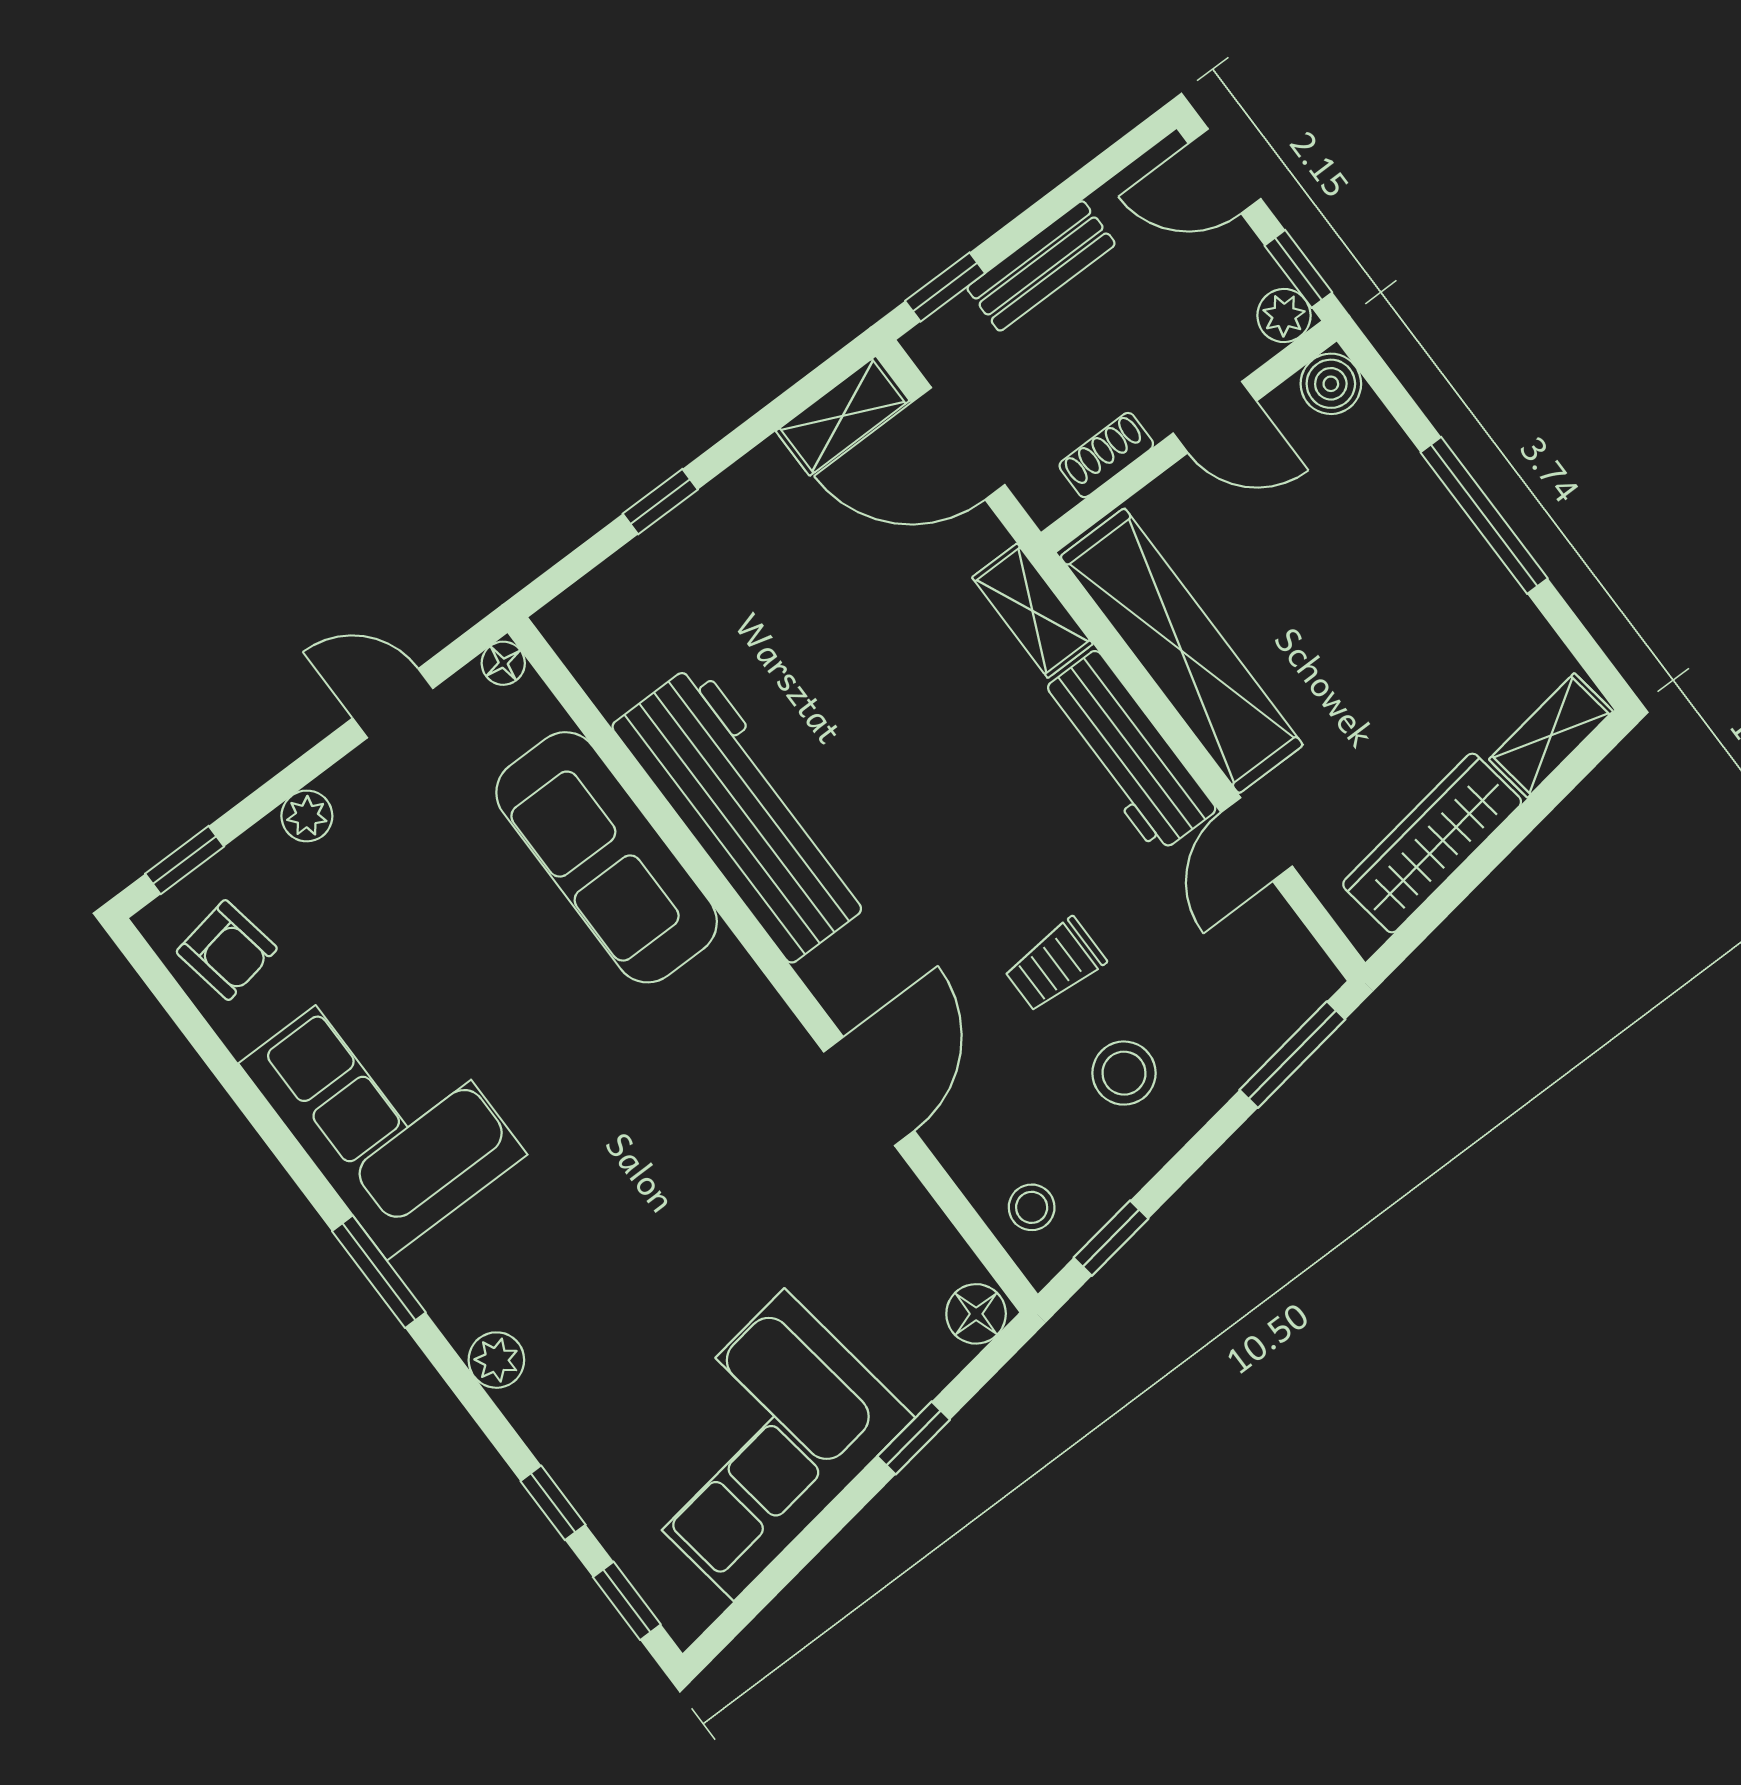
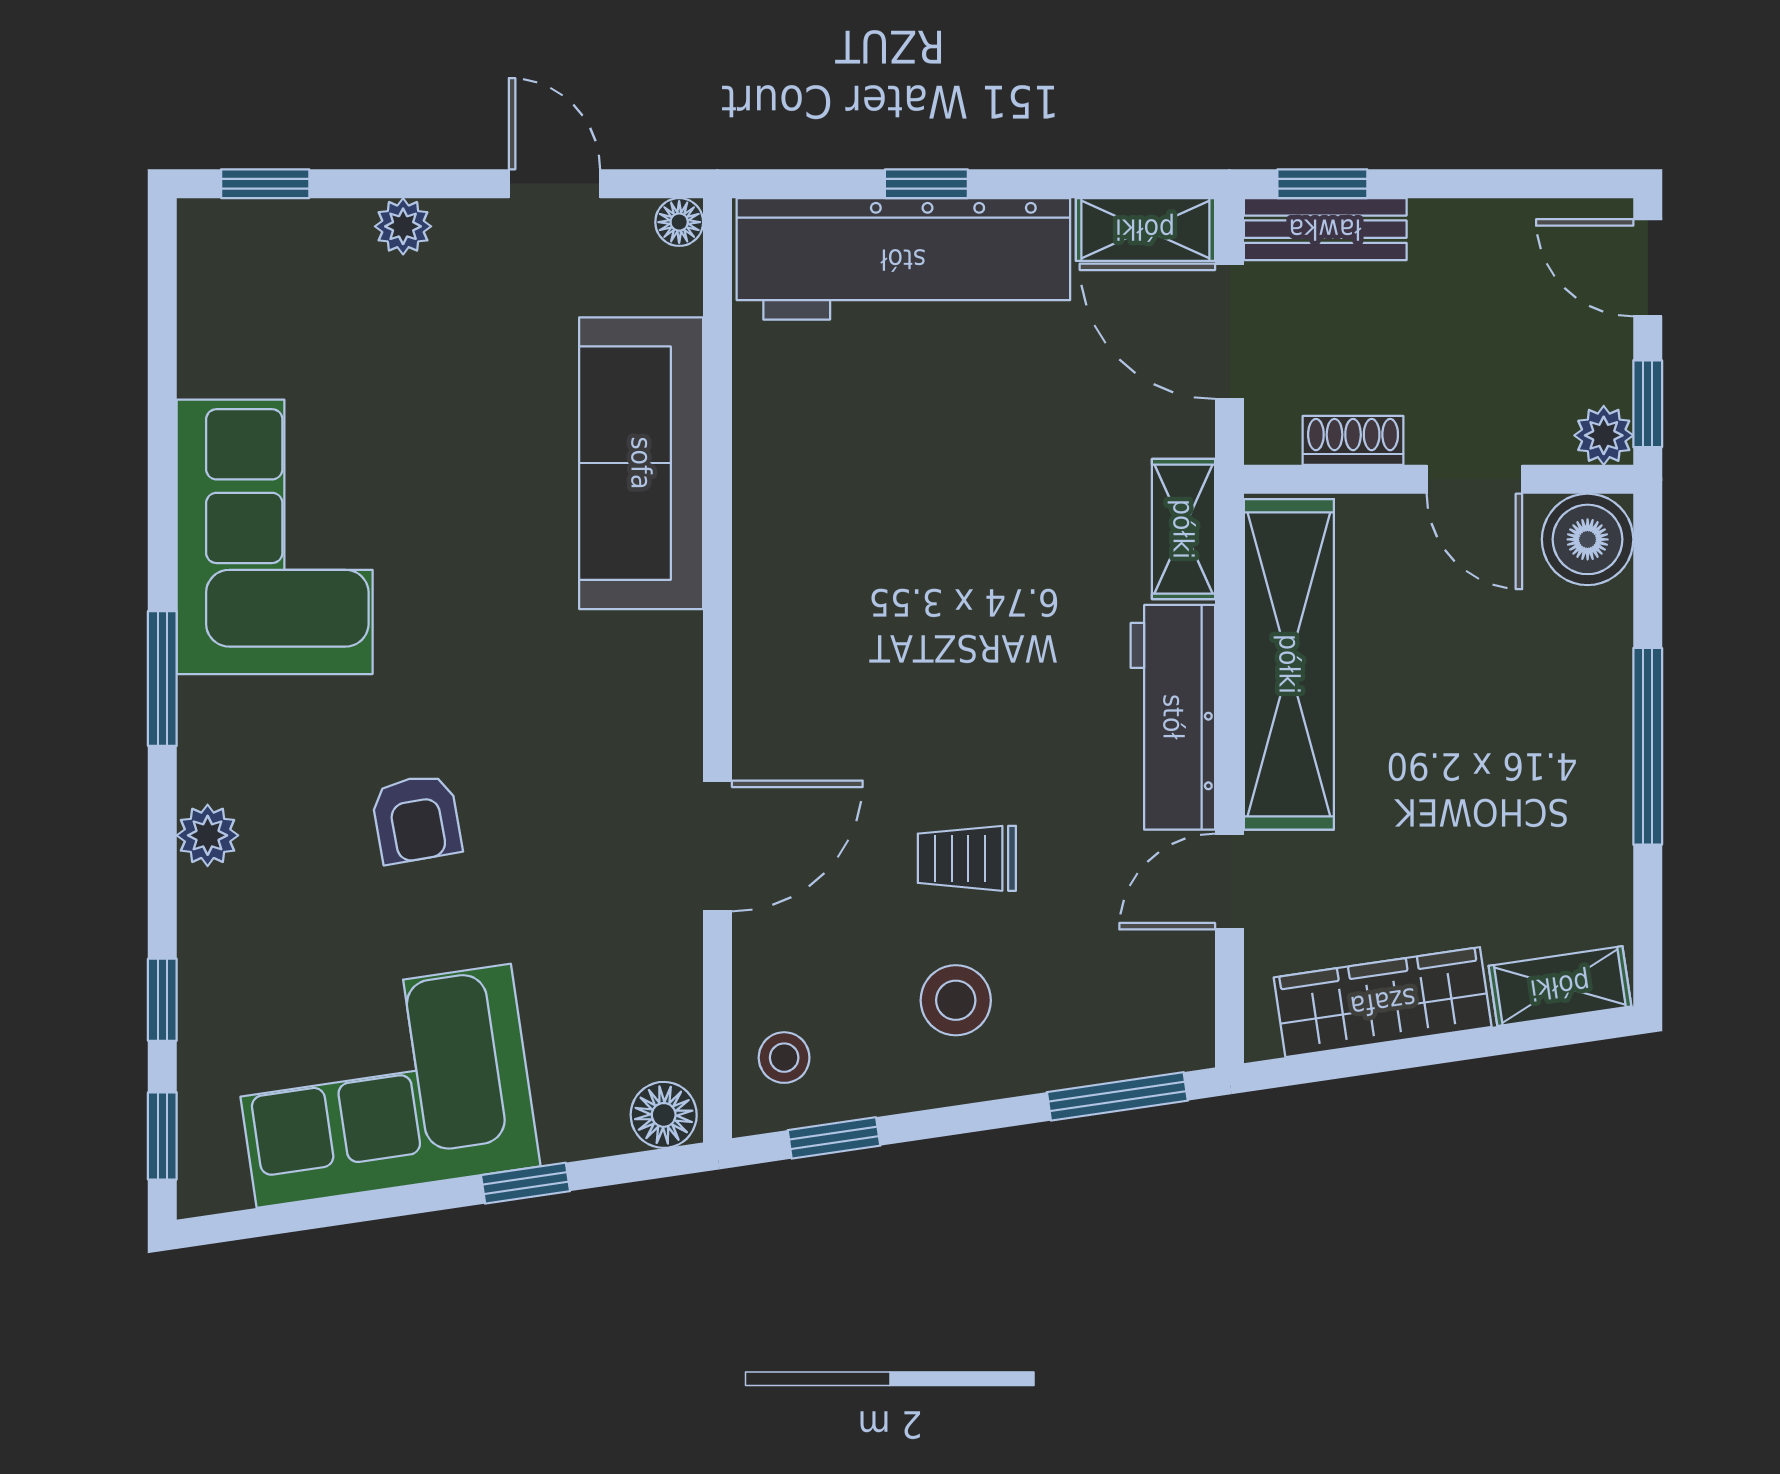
bench: (1041, 266) -> (1325, 229), moved
boiler: (1331, 384) -> (1588, 539), width x1.36, depth x1.36
workbench: (744, 813) -> (903, 259), moved, turned 90
armchair: (227, 950) -> (416, 819), moved

